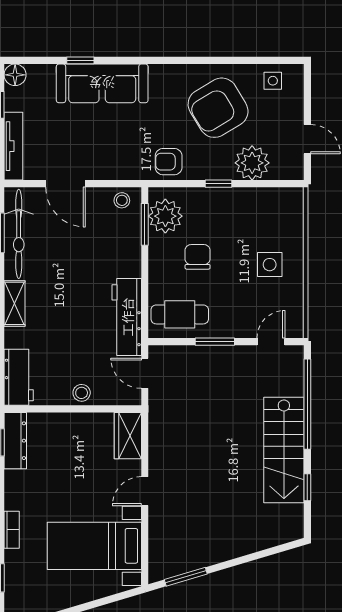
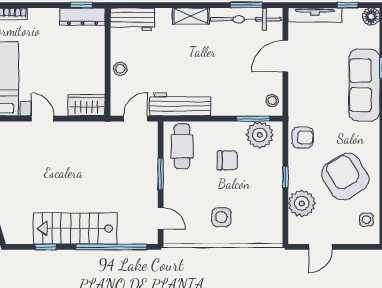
armchair: (169, 162) -> (303, 138), turned 90

